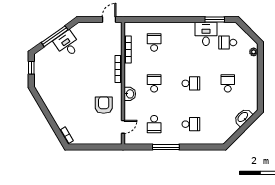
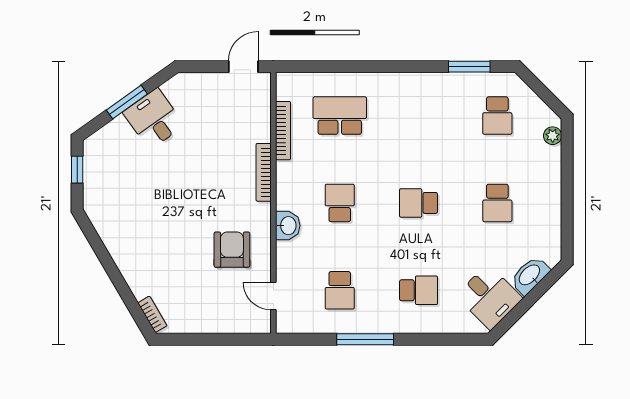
desk: (206, 34) -> (489, 297), moved, turned 135
window: (55, 36) -> (127, 102), width x0.69
school desk: (154, 42) -> (340, 116), width x1.85
school desk: (228, 42) -> (497, 116), turned -90
school desk: (191, 83) -> (419, 203), turned 180
school desk: (228, 83) -> (497, 203), turned 180
door: (123, 127) -> (273, 296), swing flipped

